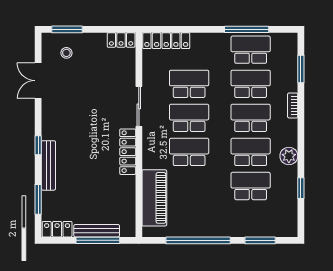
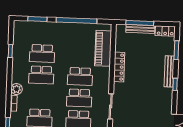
school desk: (251, 118) -> (40, 96), removed
locker: (128, 152) -> (119, 67), moved
plant: (289, 156) -> (17, 89), moved

